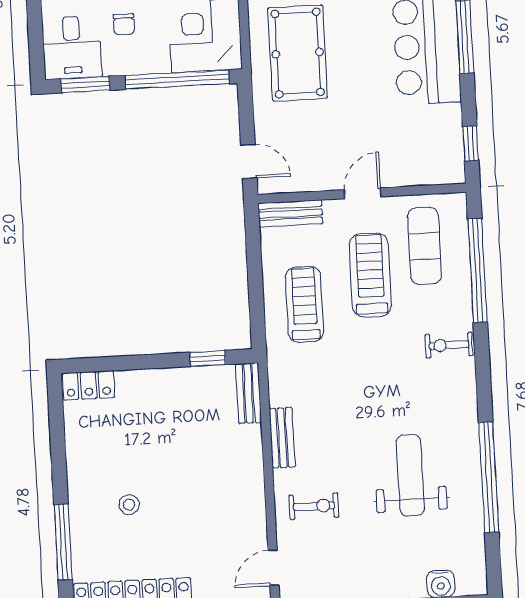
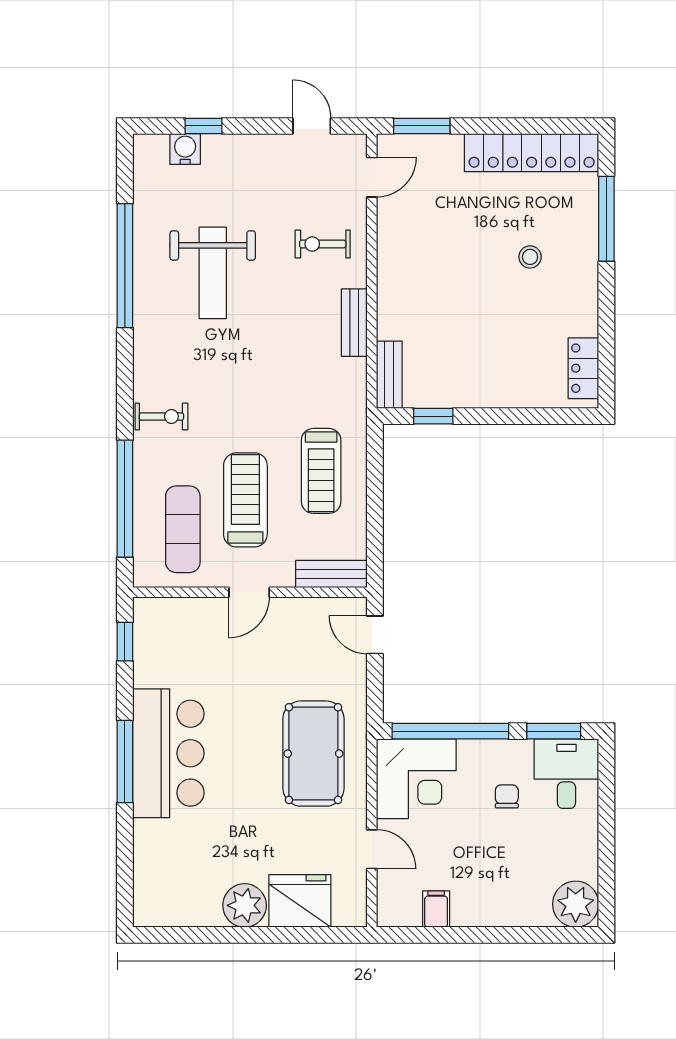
treadmill: (370, 275) -> (245, 500), turned 180
locker: (89, 385) -> (583, 368), moved, turned -90

